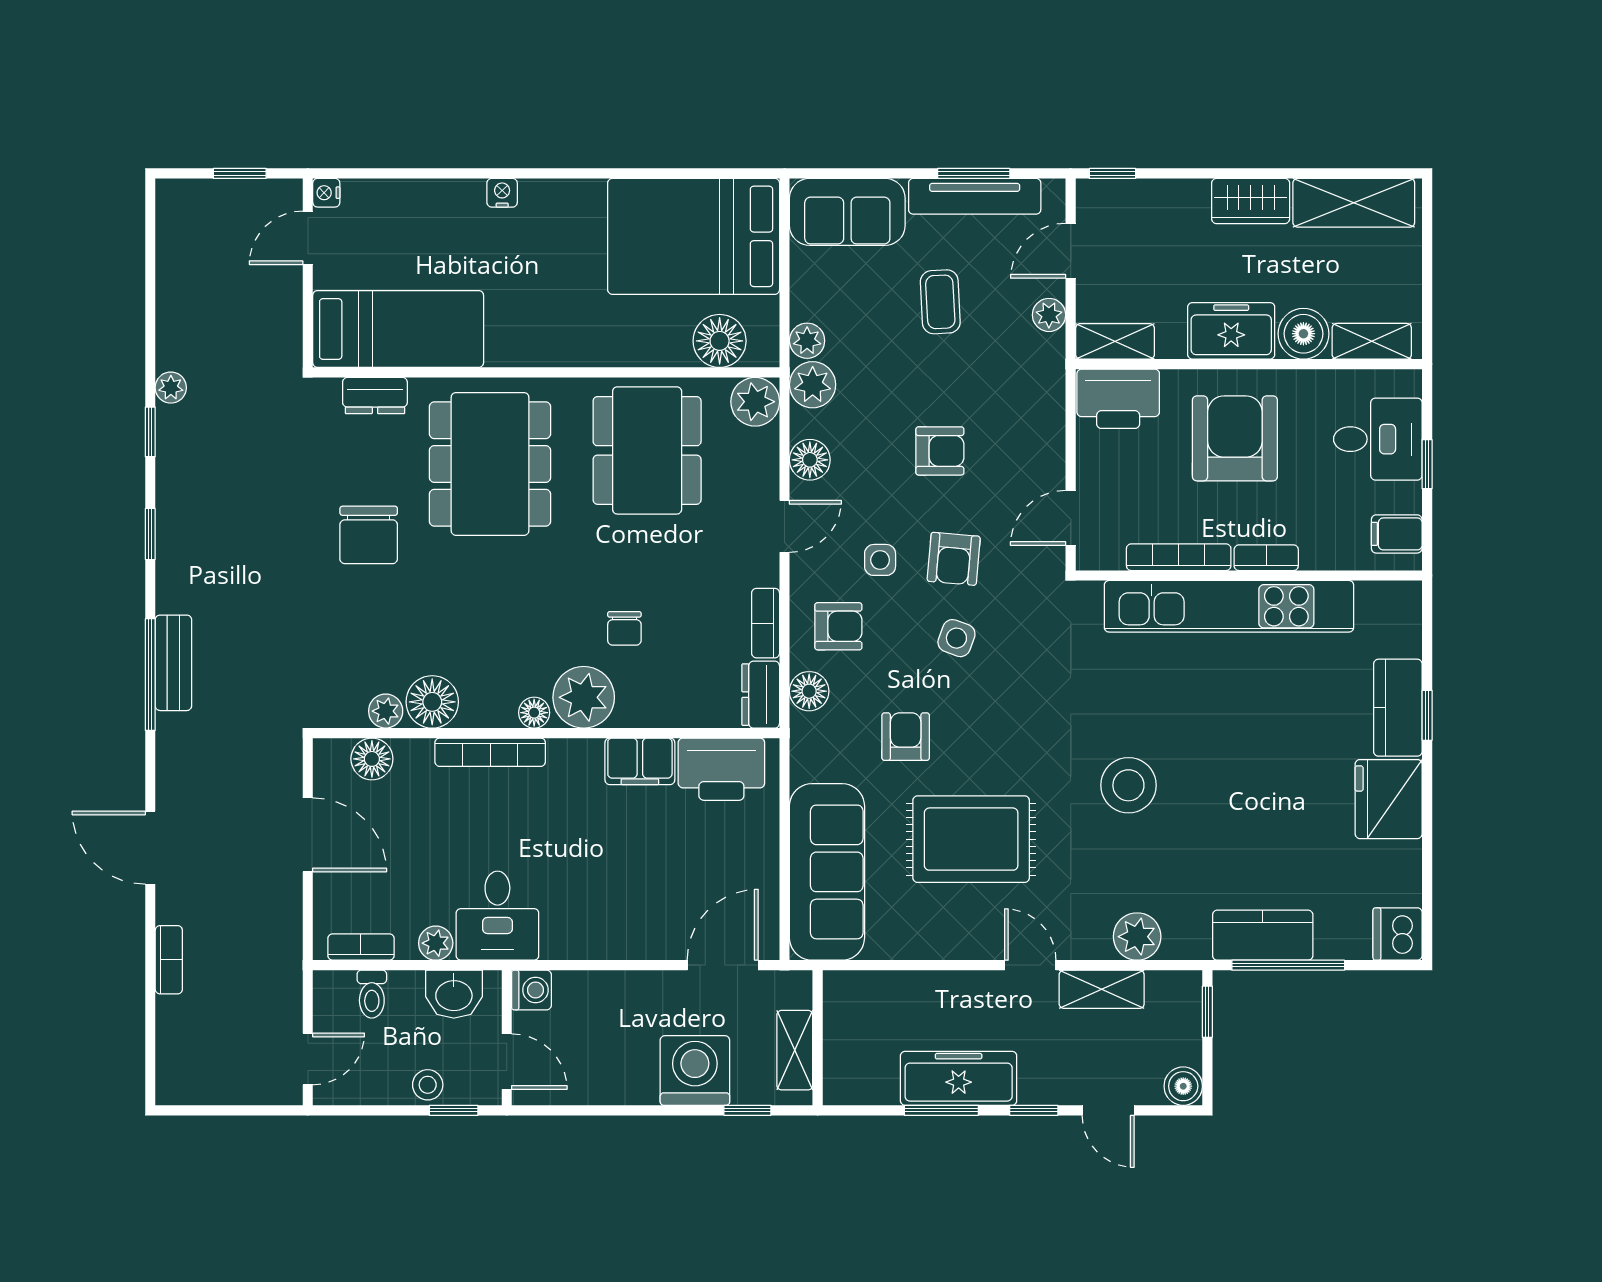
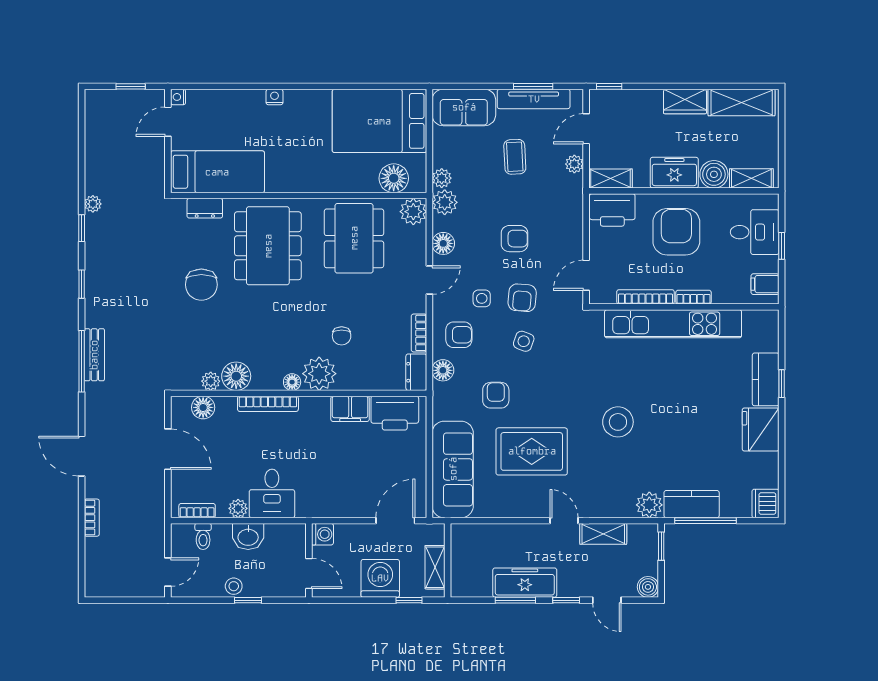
plant: (1137, 937) -> (649, 505), moved
washing machine: (532, 990) -> (322, 534), moved
wall: (507, 1038) -> (309, 560), moved
door: (507, 1062) -> (309, 573), moved

